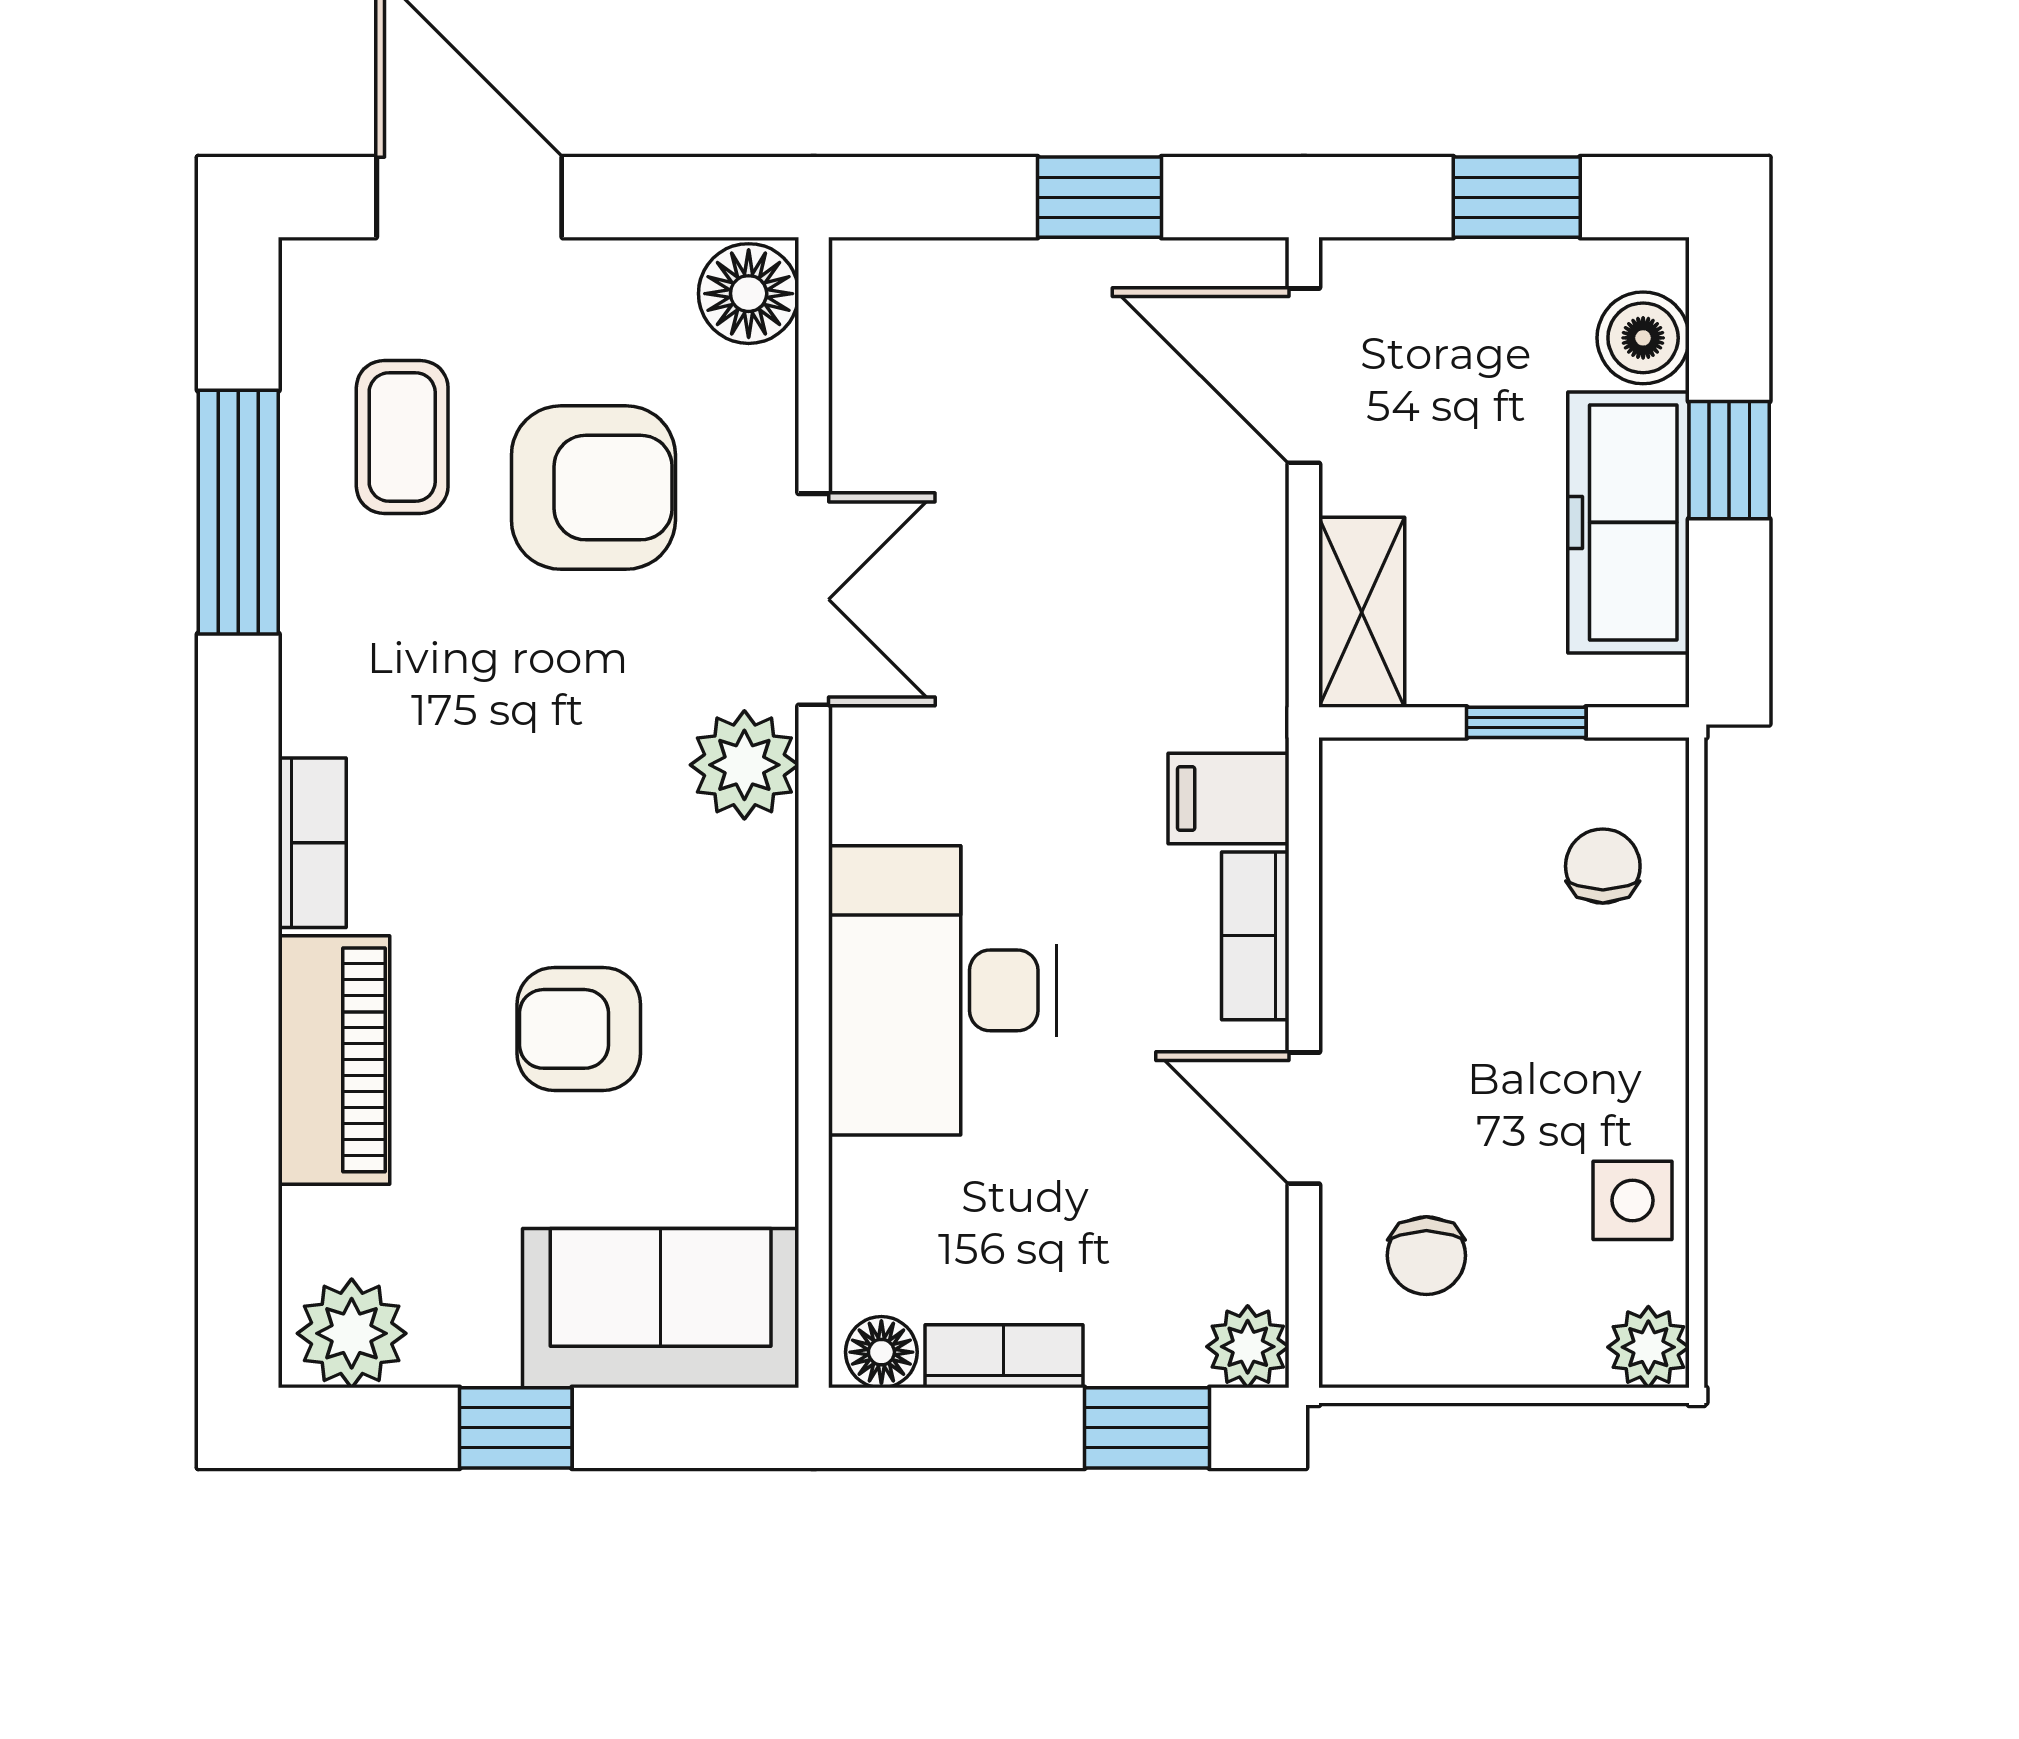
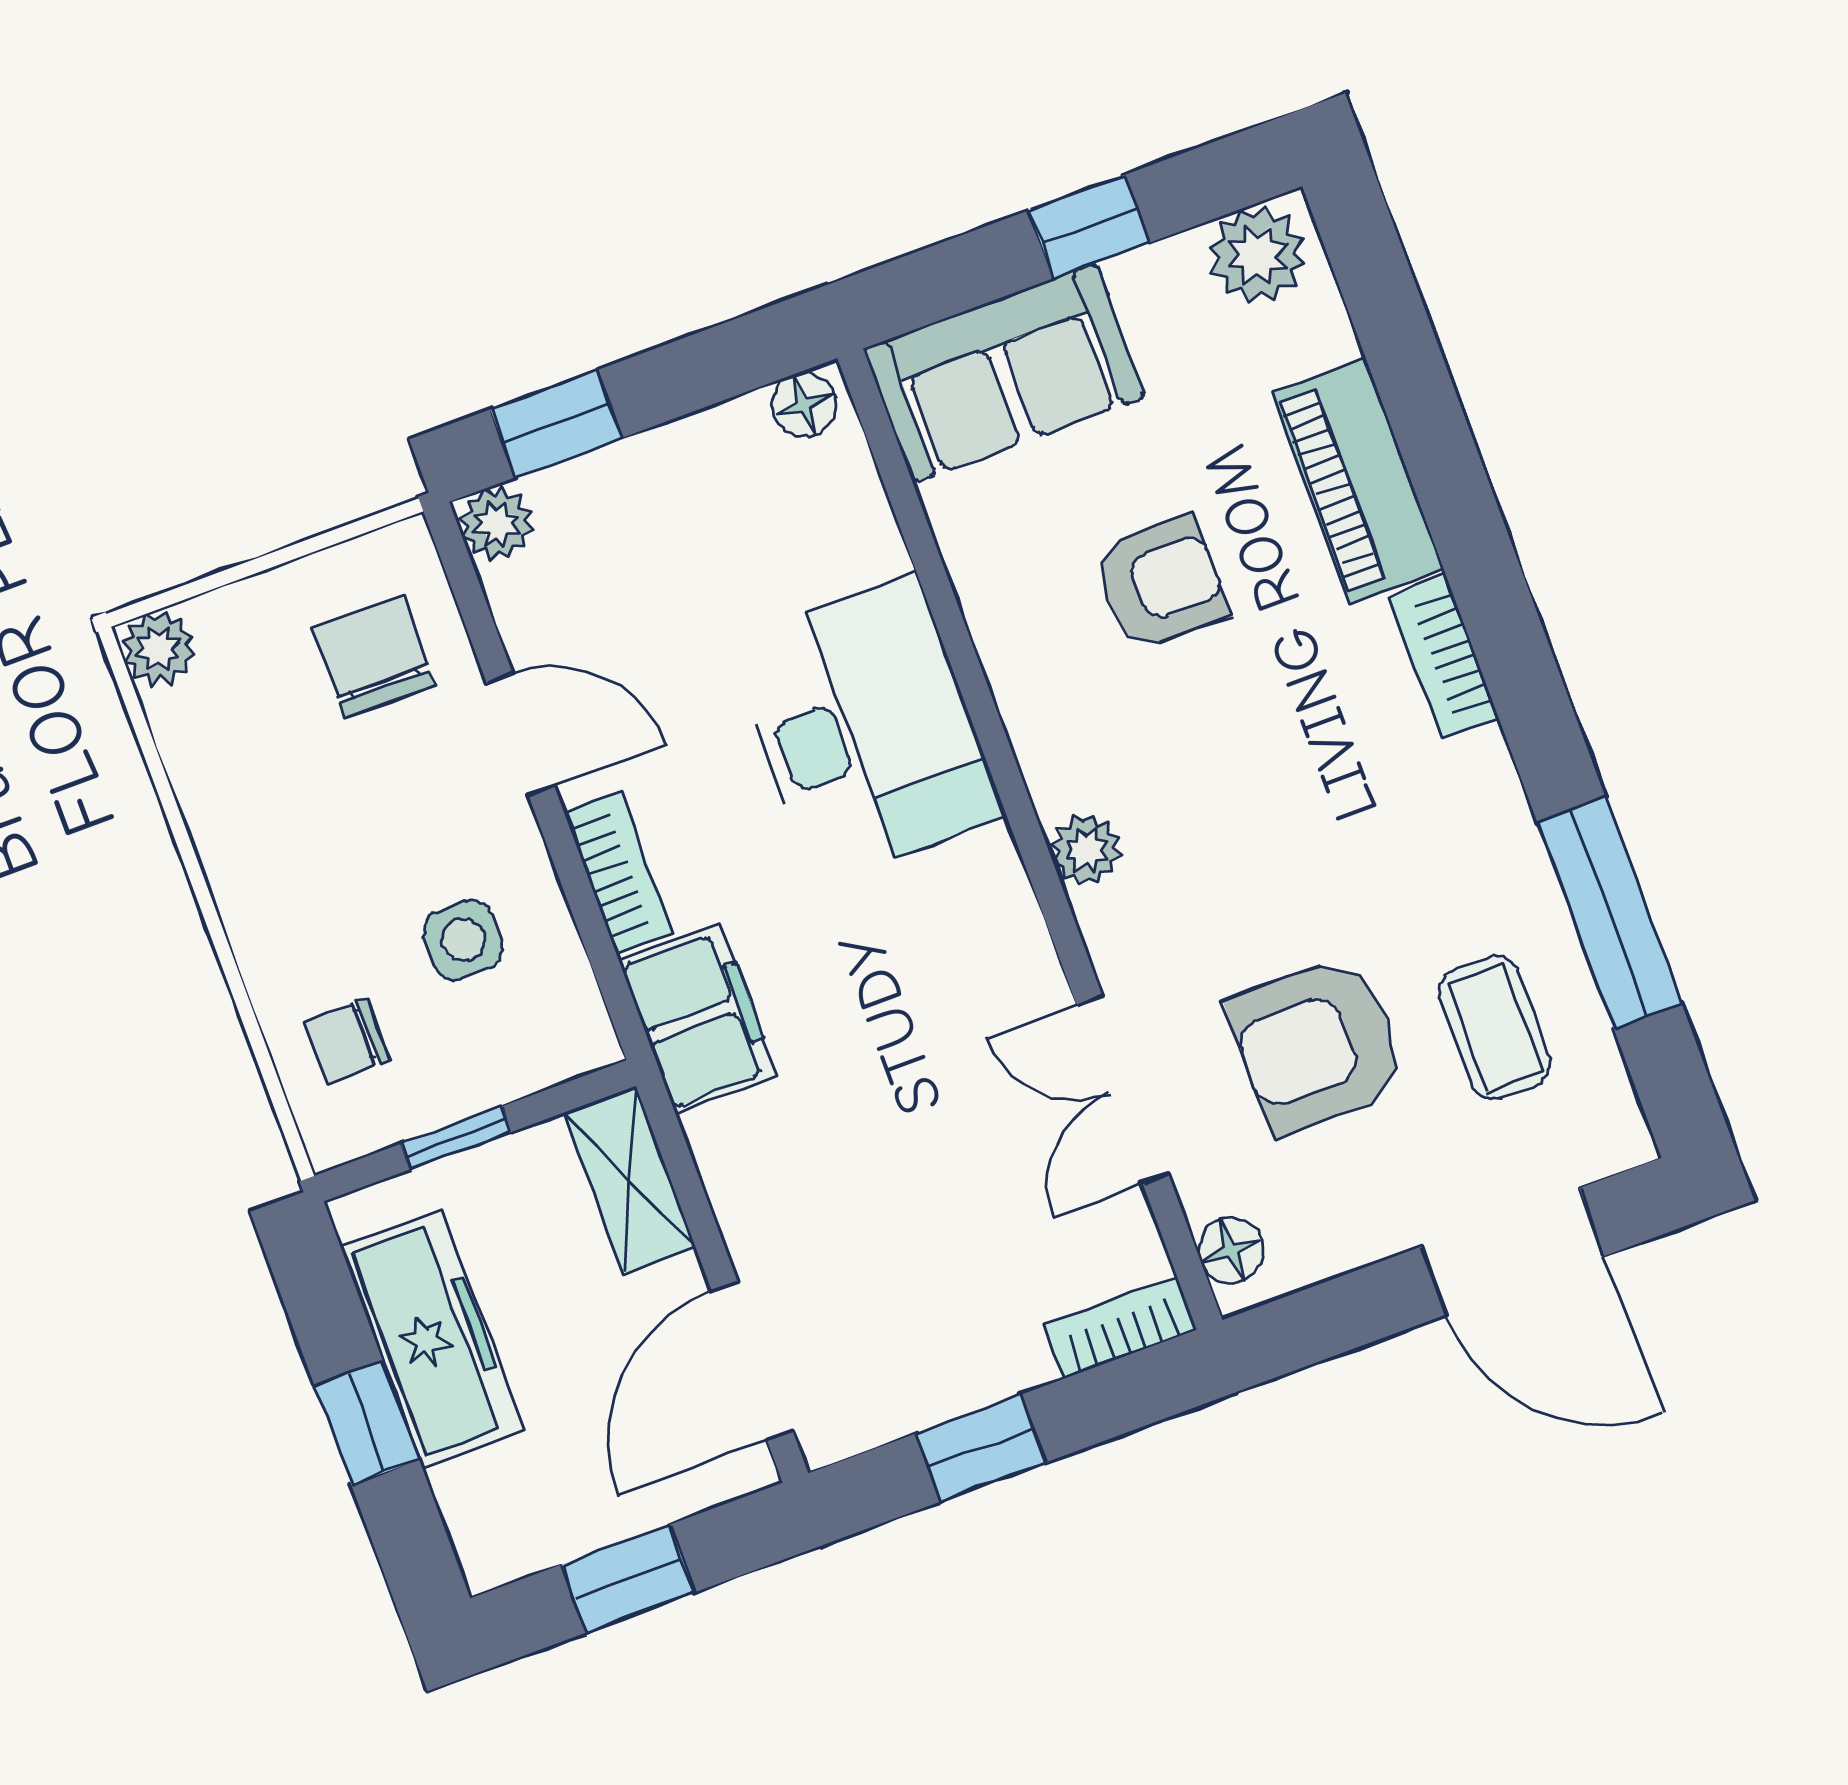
floor lamp: (749, 294) -> (1231, 1250), width x0.73, depth x0.73
boiler: (1643, 338) -> (478, 1499), removed
door: (1304, 376) -> (752, 1361), swing flipped
double door: (814, 599) -> (1123, 1090), moved
plant: (744, 765) -> (1086, 850), width x0.73, depth x0.73
filing cabinet: (1228, 798) -> (698, 1019), width x2.00
chair: (1603, 866) -> (347, 1040), turned 90
side table: (1633, 1200) -> (463, 940), moved
chair: (1426, 1256) -> (374, 656), width x1.37, depth x1.37
bookcase: (1004, 1356) -> (1120, 1328), moved, turned 180

